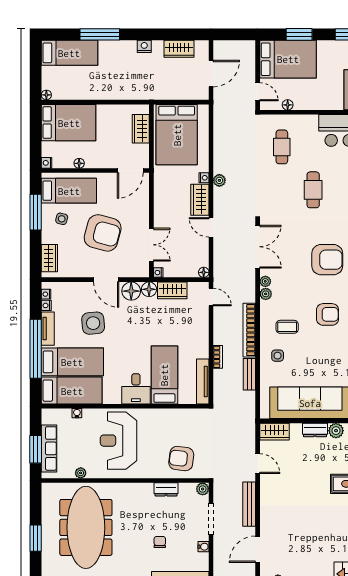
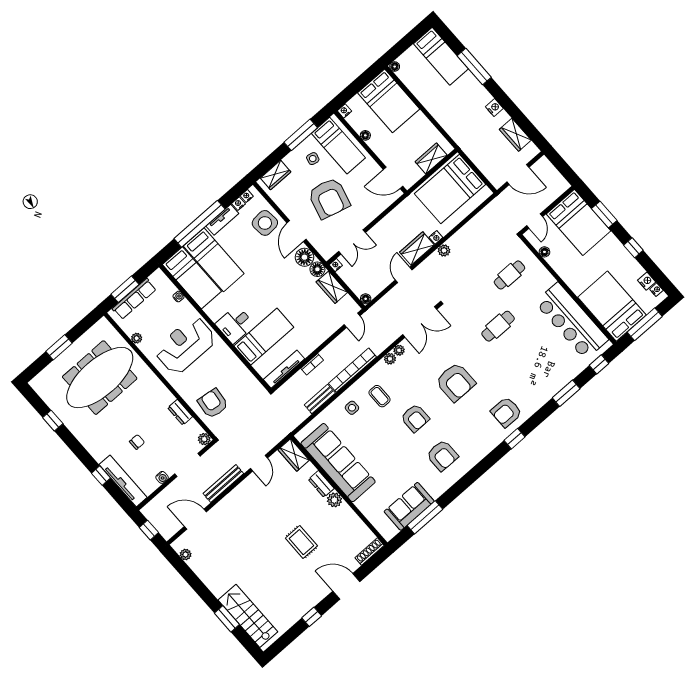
side table: (93, 323) -> (265, 223), moved

